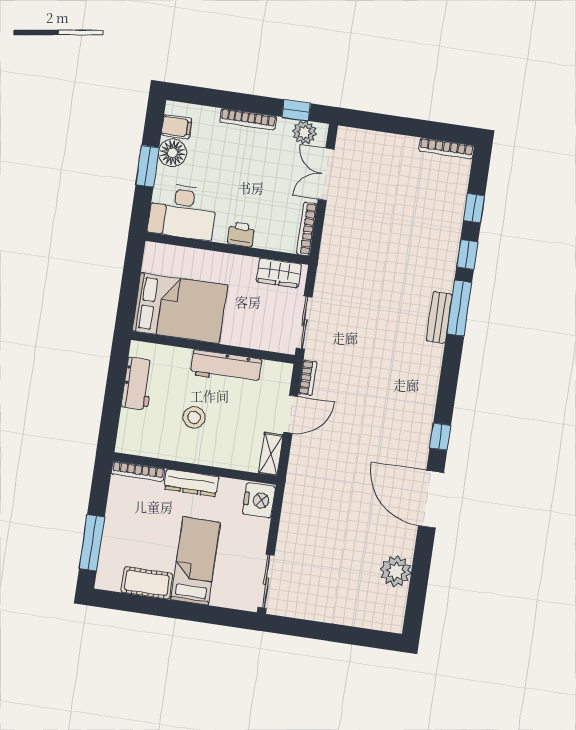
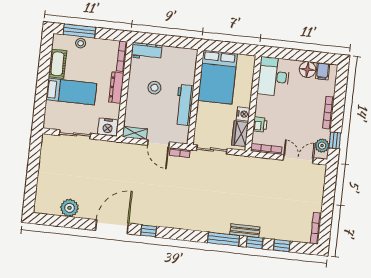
window: (147, 166) -> (299, 55), removed
printer: (241, 234) -> (260, 124), moved
nightstand: (245, 266) -> (243, 114), added
bench: (439, 318) -> (245, 231), moved
workbench: (138, 384) -> (146, 51), moved
stool: (113, 542) -> (81, 43), added
sliding door: (266, 581) -> (75, 134), moved

